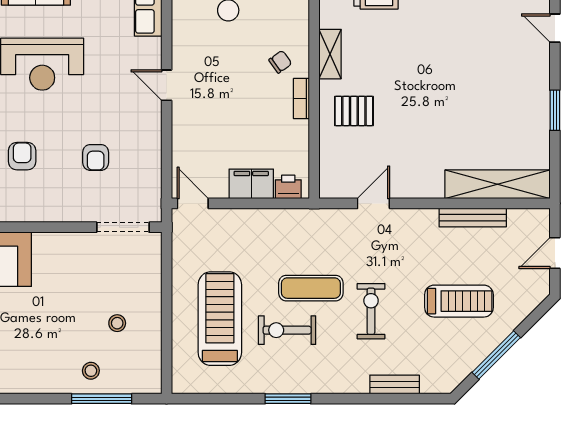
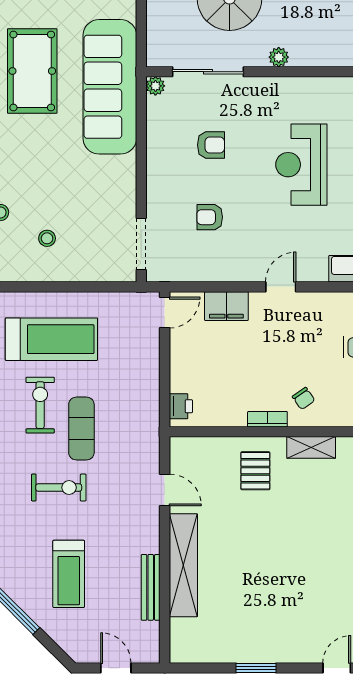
filing cabinet: (251, 184) -> (226, 306), moved, turned 90
shelving: (497, 184) -> (183, 565), moved

